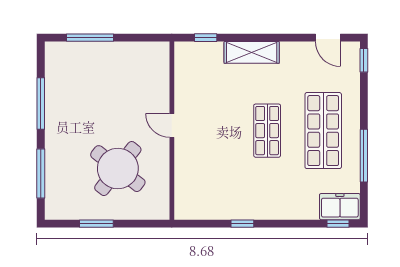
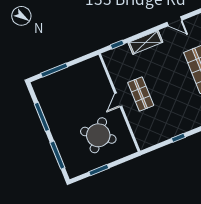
door: (328, 38) -> (174, 21), moved
door: (172, 126) -> (118, 100), hinge flipped
shop shelf: (267, 131) -> (141, 94), moved

